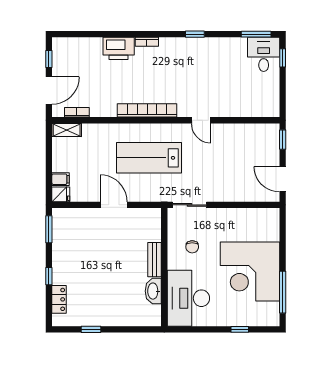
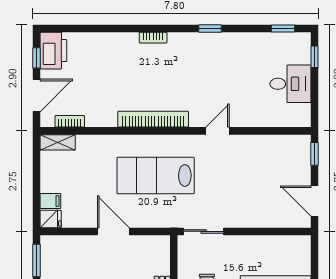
window: (256, 34) -> (283, 28), width x0.67
printer: (119, 48) -> (53, 51), moved, turned -90
desk: (264, 54) -> (290, 84), moved, turned 90
door: (201, 120) -> (217, 131), swing flipped

